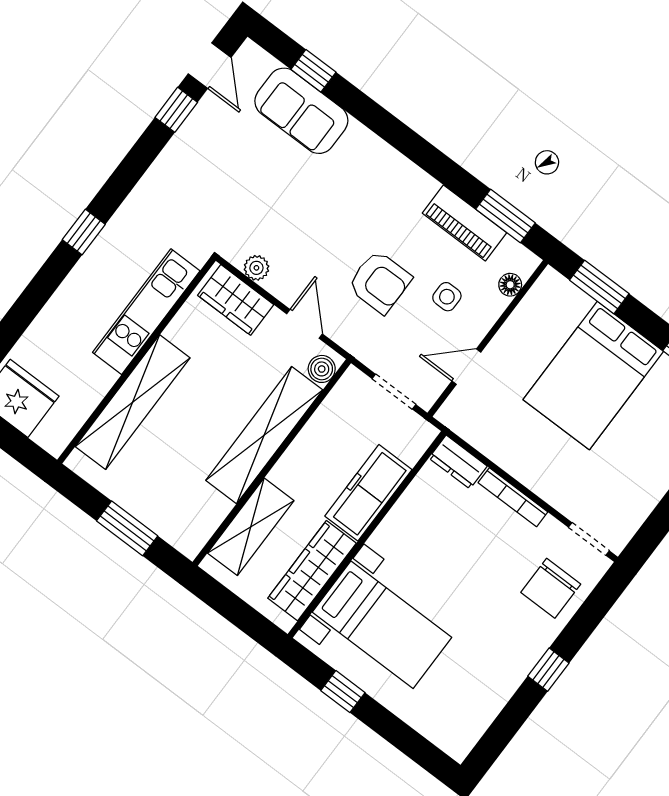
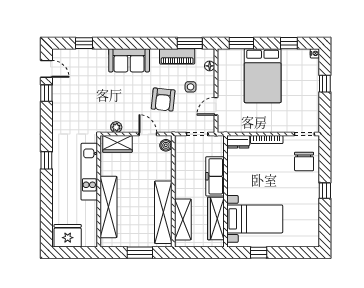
sofa: (301, 111) -> (129, 60), moved
armchair: (380, 282) -> (163, 100), turned 96
shelving: (264, 435) -> (163, 212), moved

